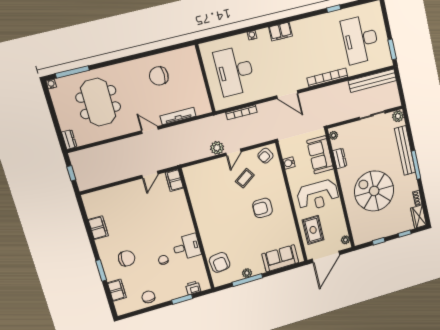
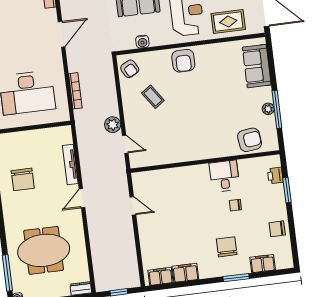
door: (233, 152) -> (125, 144), moved
filing cabinet: (174, 180) -> (161, 276), moved, turned 180
armchair: (263, 208) -> (183, 61), moved

